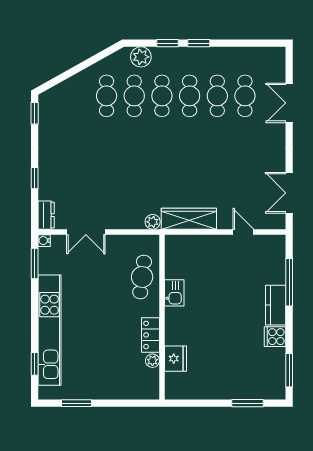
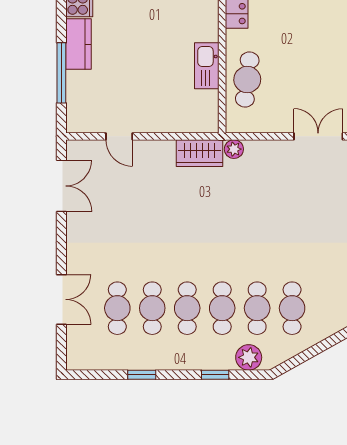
window: (199, 43) -> (142, 375), moved
wardrobe: (189, 219) -> (200, 153), width x0.67
kitchen sink: (174, 293) -> (207, 66), width x1.38

